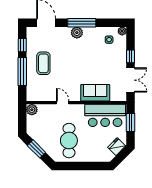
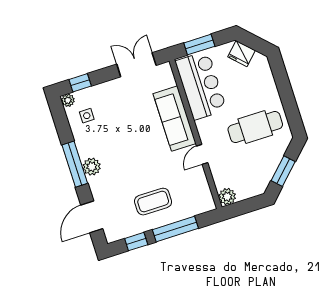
window: (130, 56) -> (80, 83), moved
sofa: (95, 93) -> (175, 119), width x1.36

